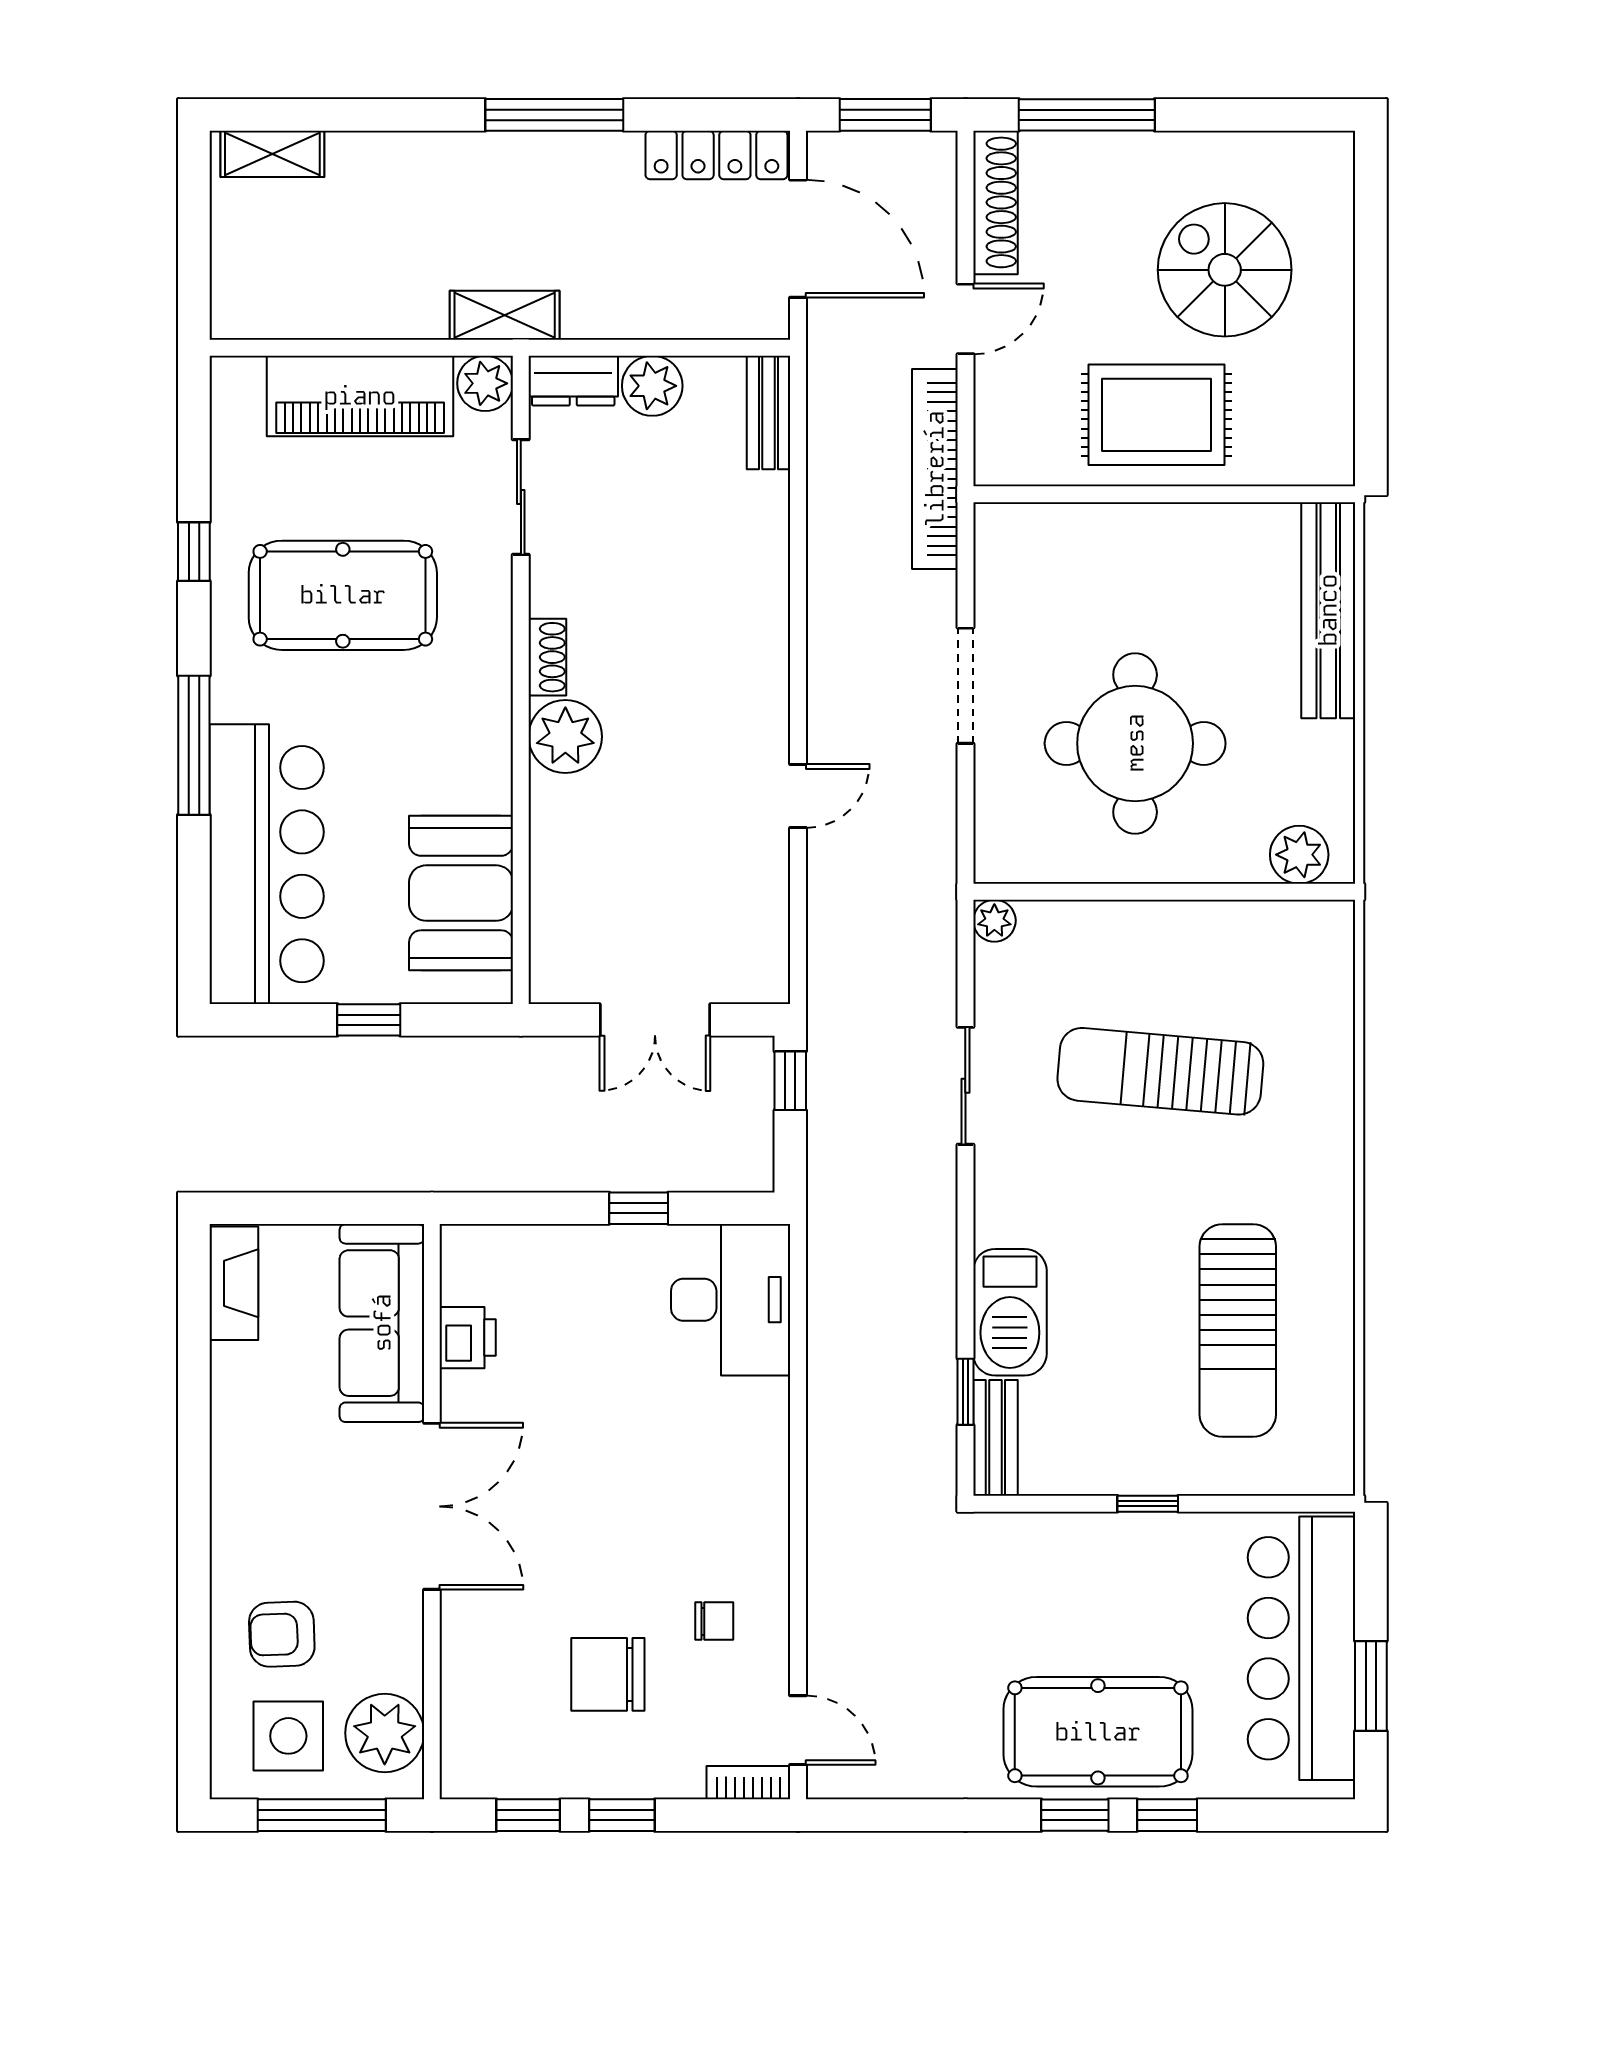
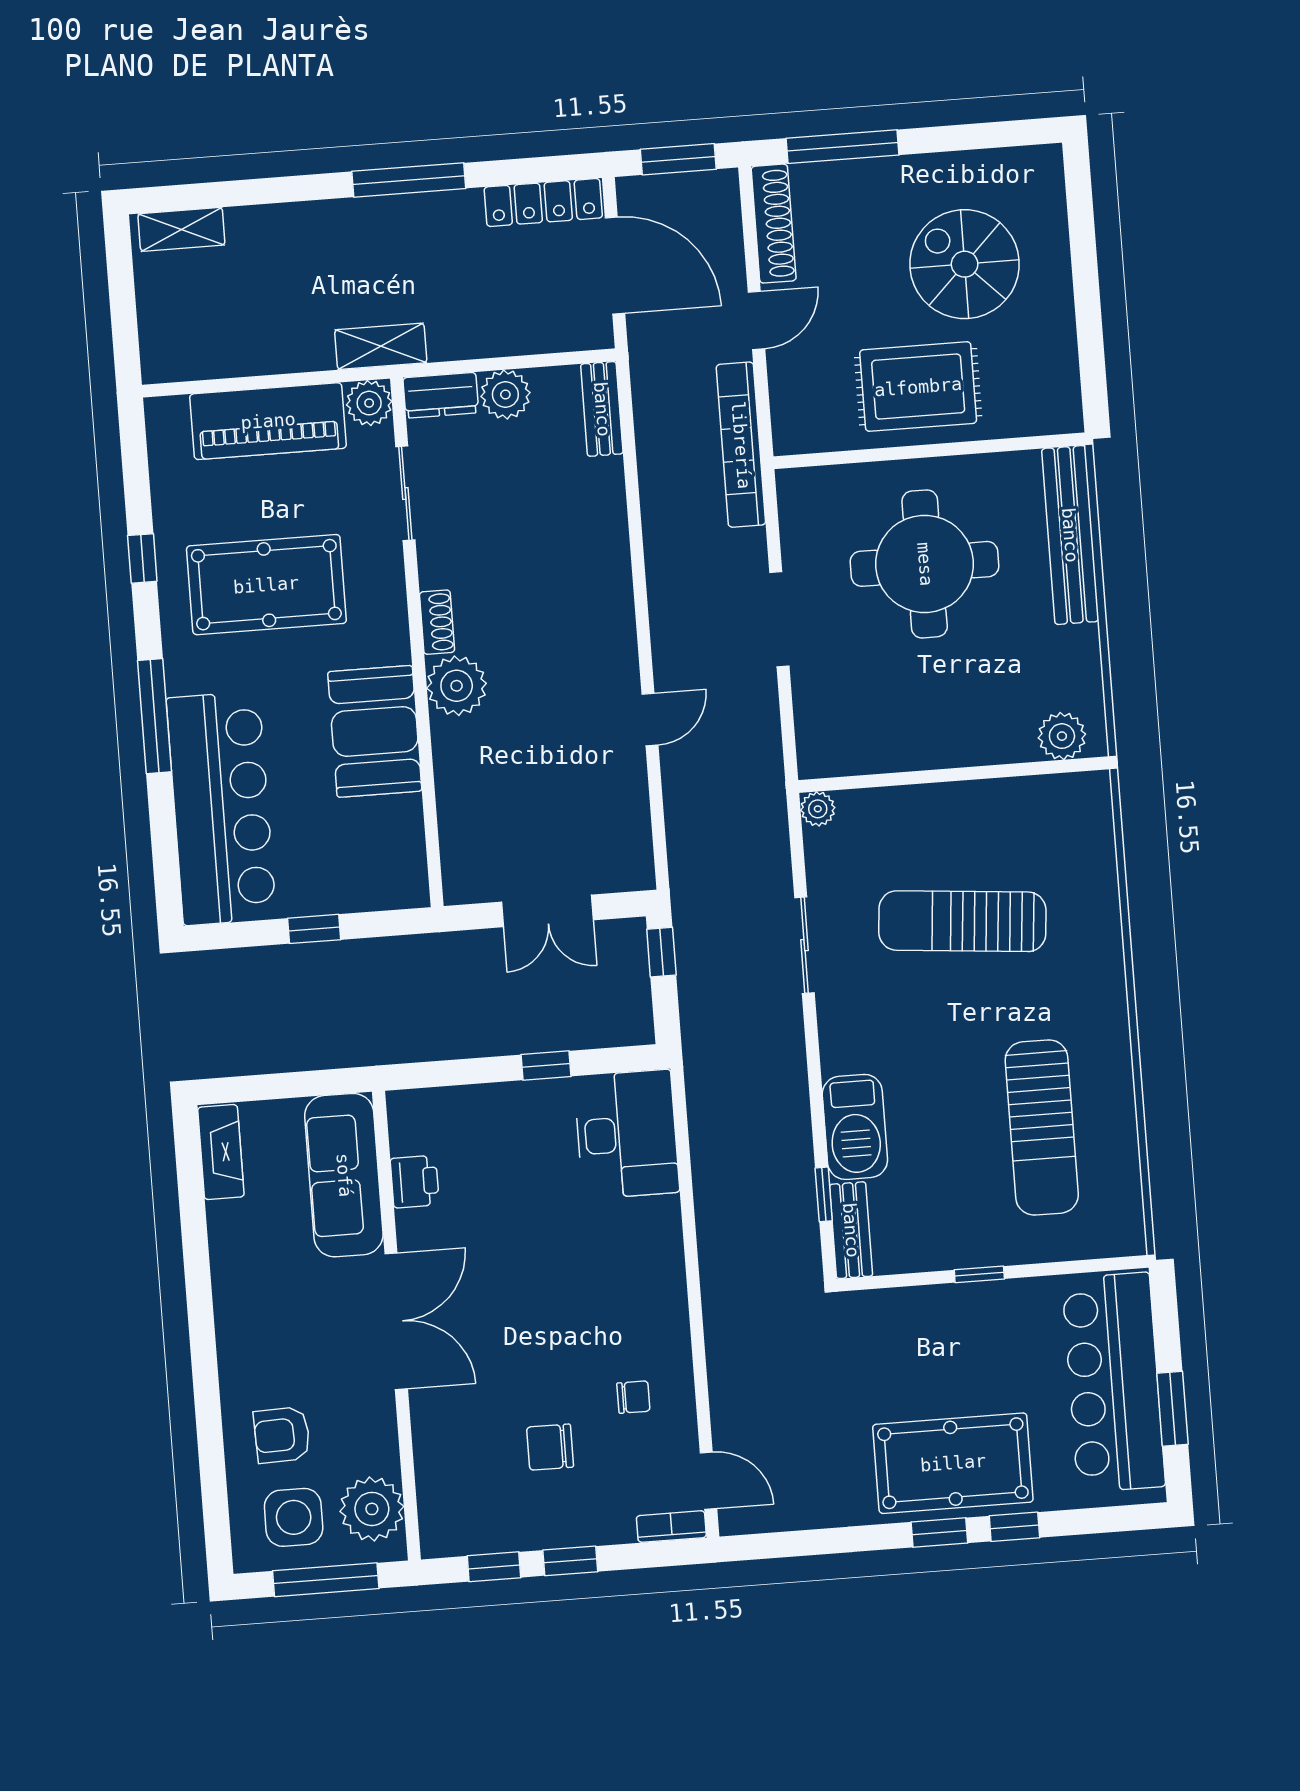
round table: (1135, 743) -> (925, 564), moved
booth: (461, 893) -> (375, 731), moved
chair: (608, 1674) -> (550, 1447), width x0.73, depth x0.73

